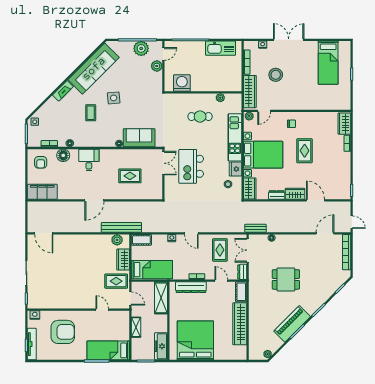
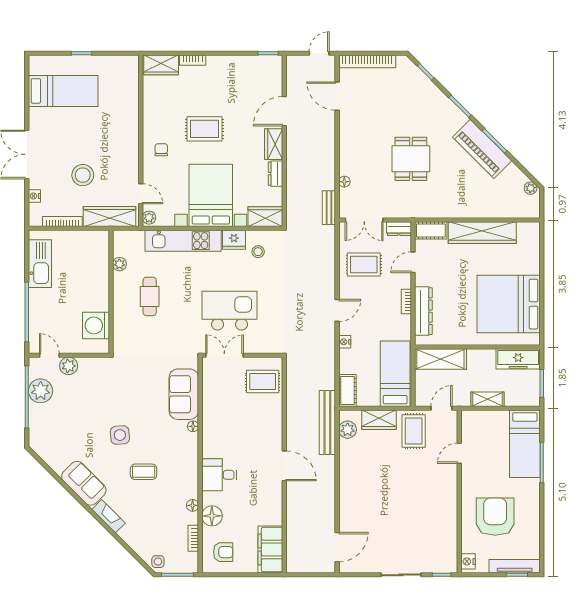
sofa: (94, 69) -> (84, 483), width x0.54, depth x0.79
kitchen island: (191, 166) -> (230, 311), turned 180
rug: (130, 176) -> (263, 382), moved, turned 90

